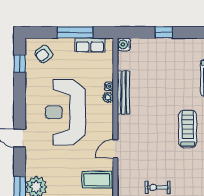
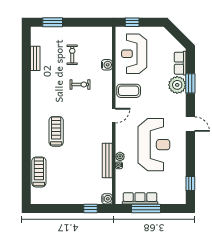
window: (164, 32) -> (91, 208), moved
row of seats: (90, 45) -> (140, 198), width x1.48
armchair: (44, 54) -> (171, 191), removed
treadmill: (188, 129) -> (56, 131), turned 180

